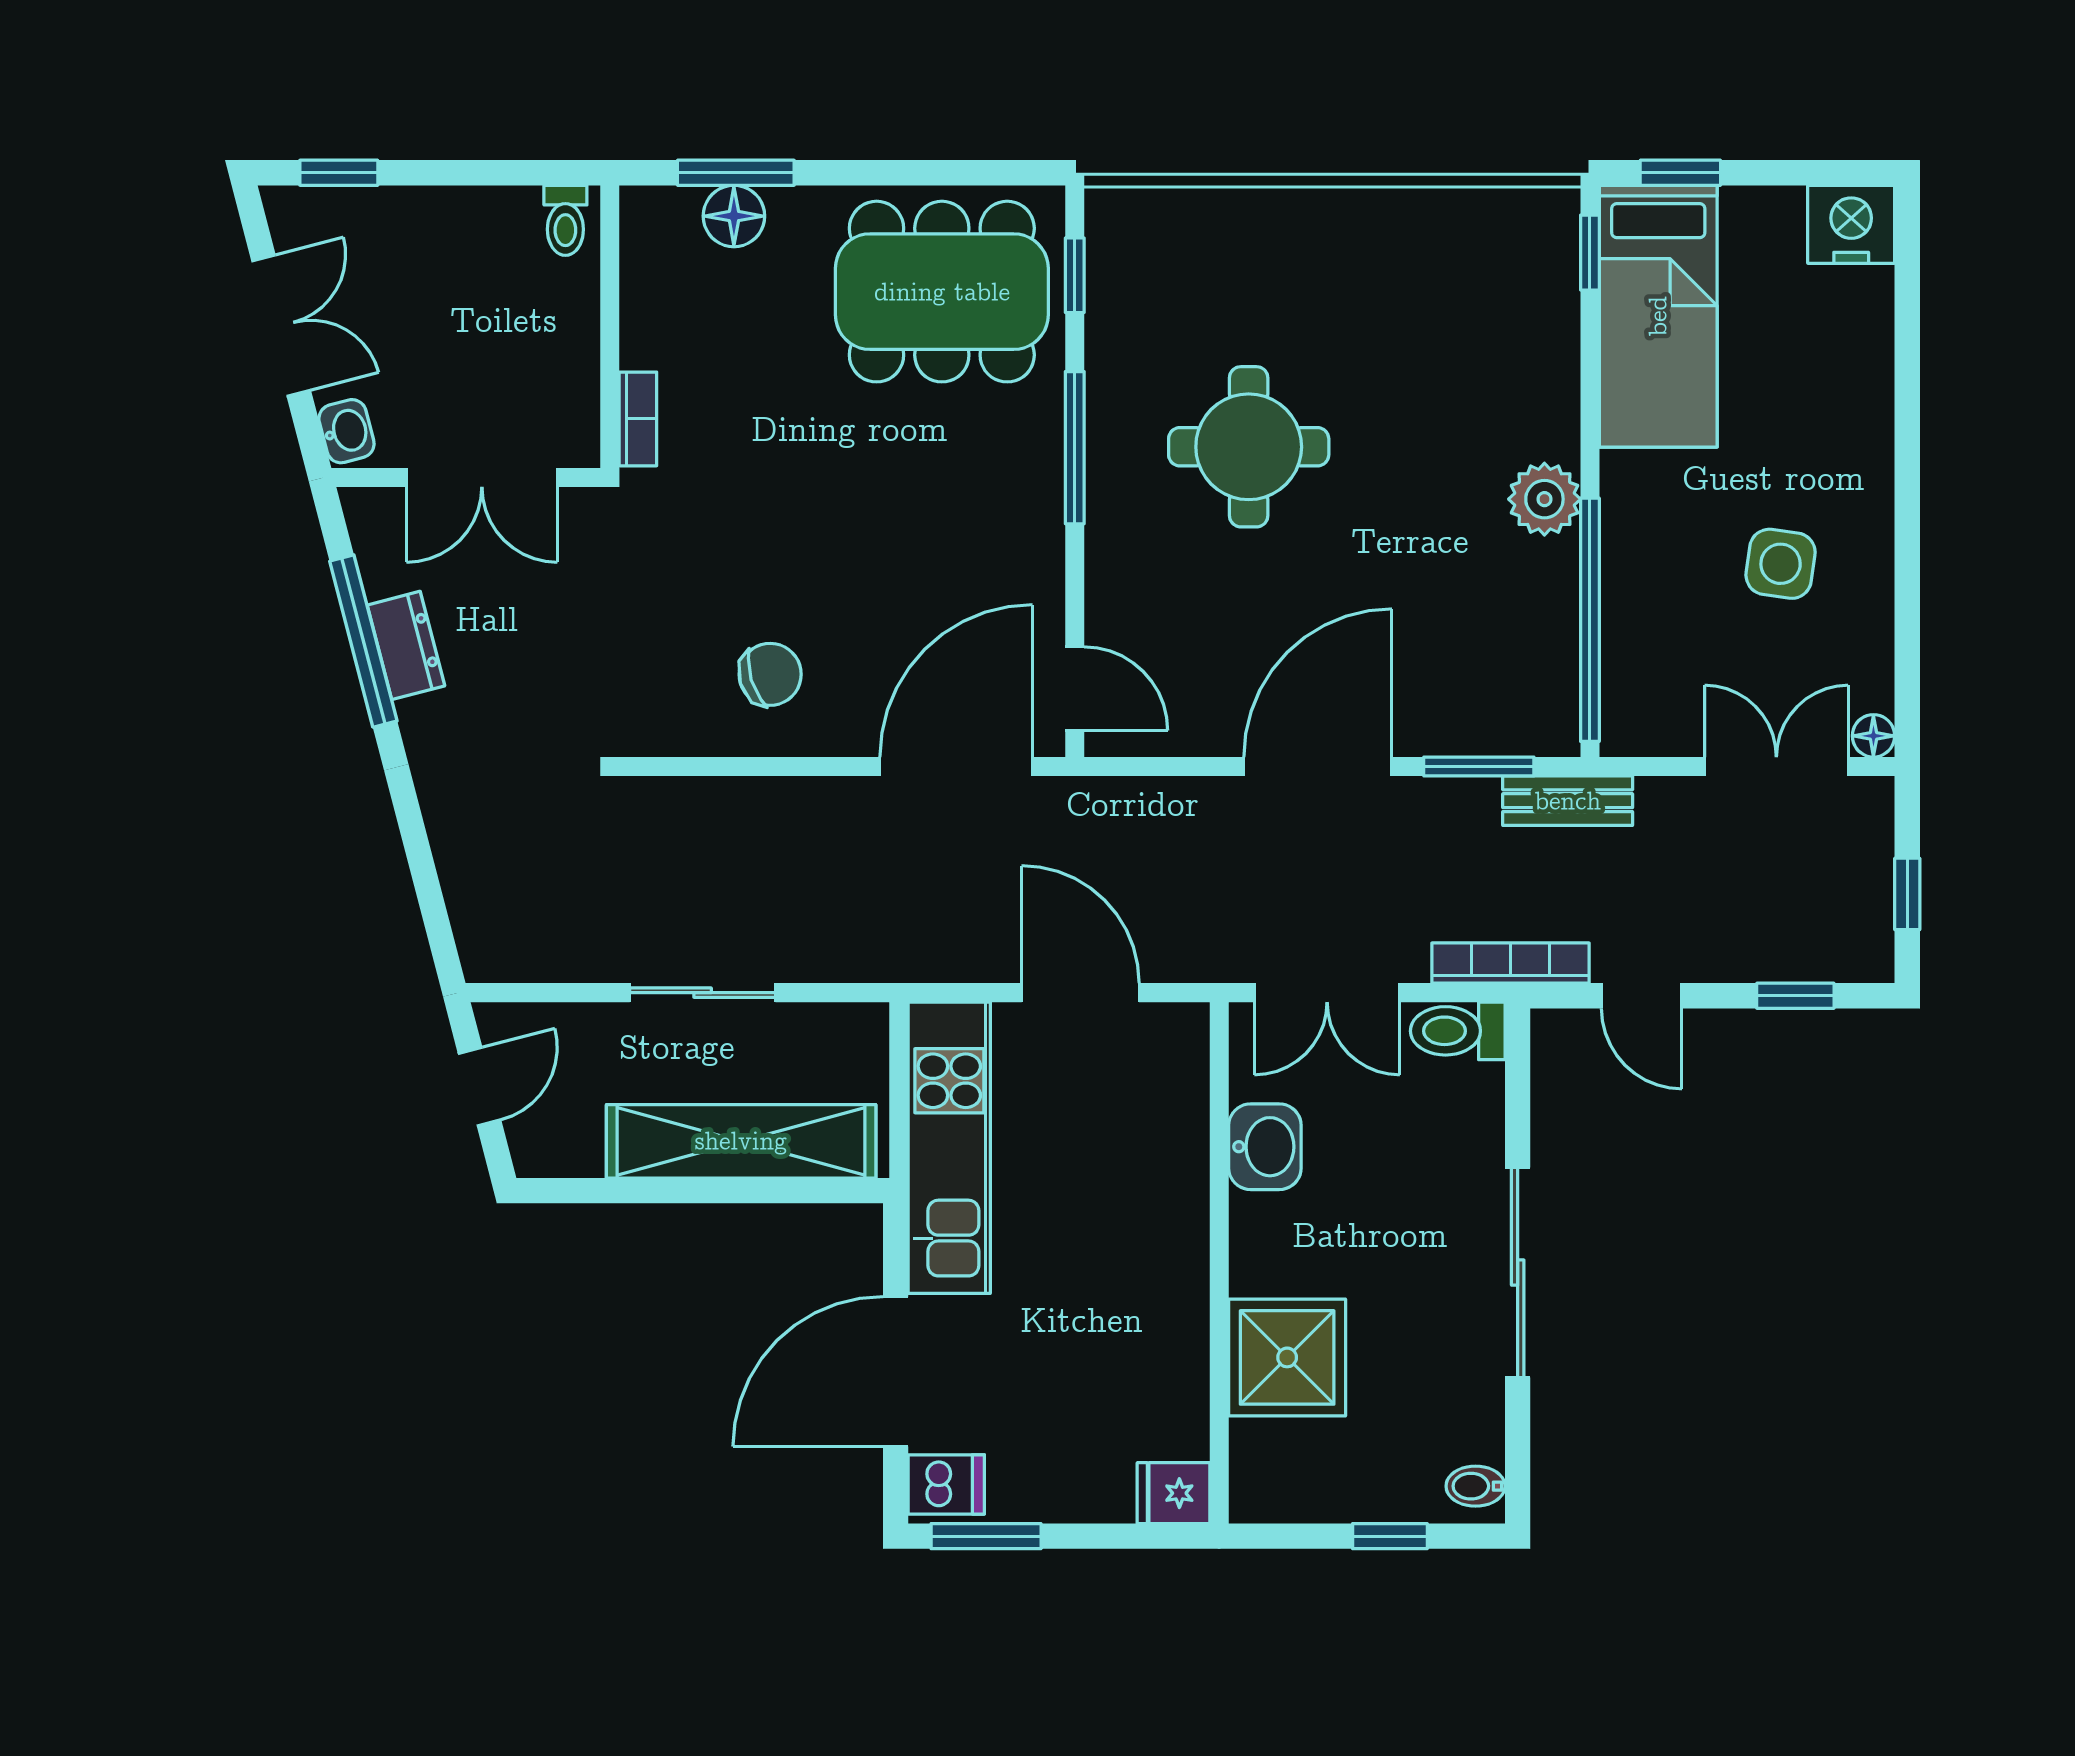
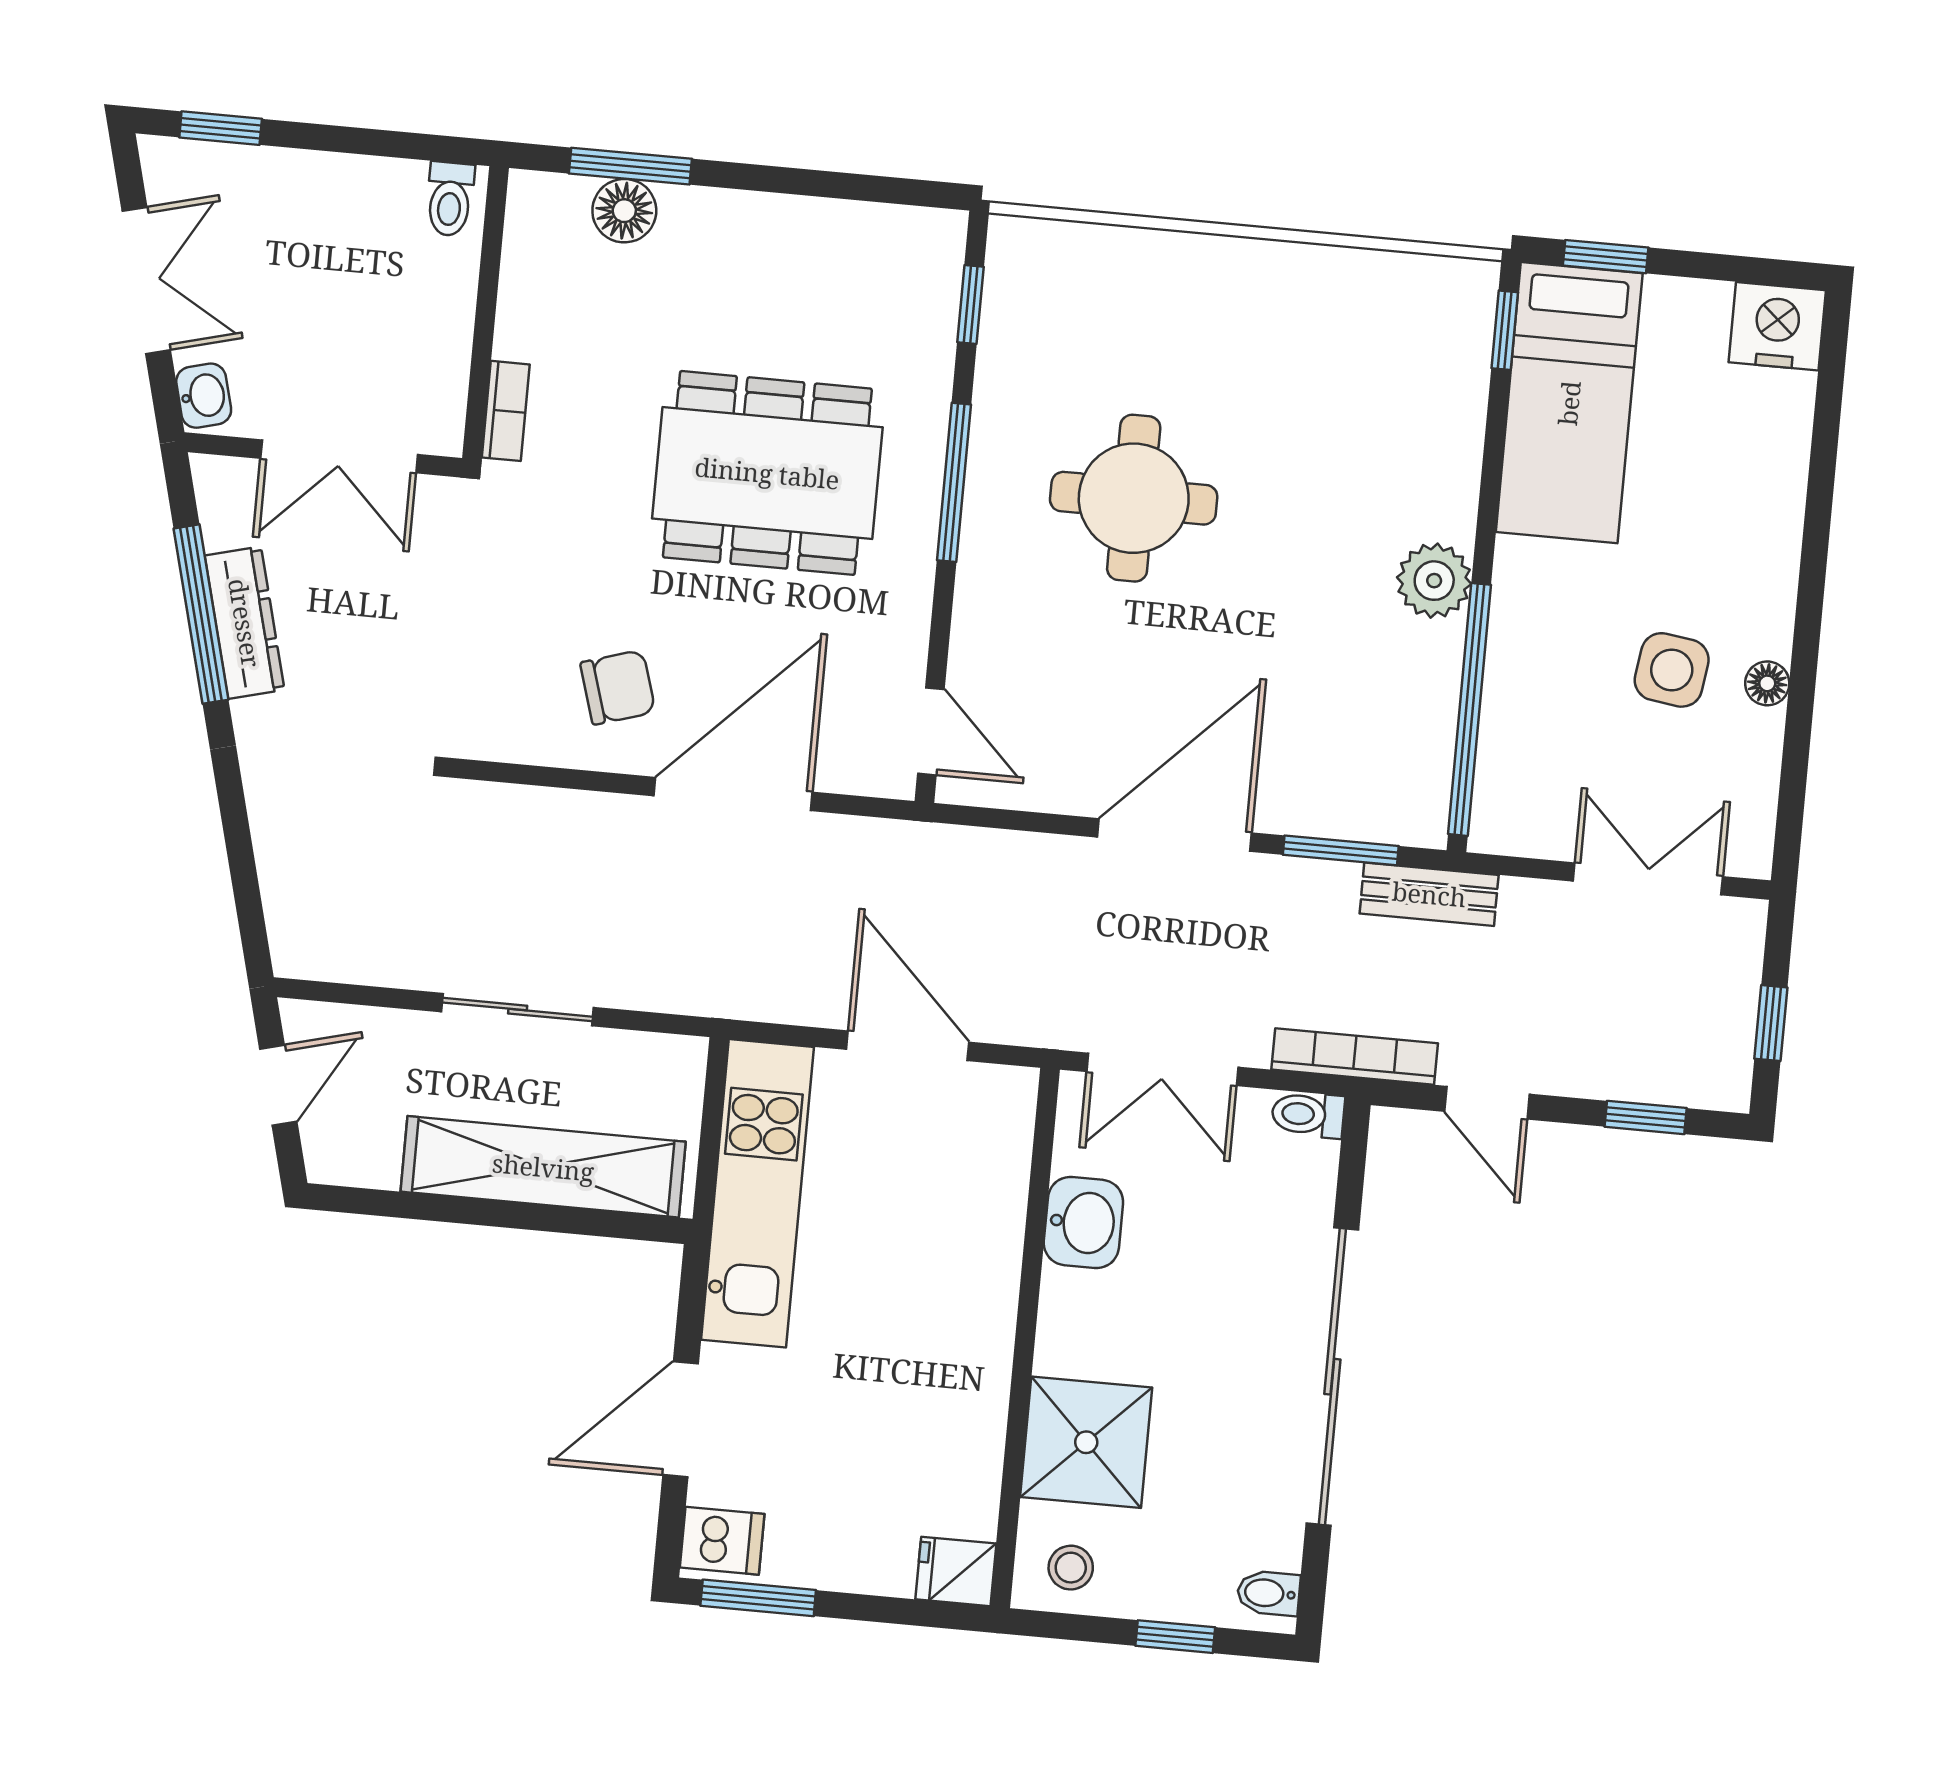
dining table: (942, 292) -> (767, 473), moved
dresser: (406, 645) -> (245, 623), width x1.44
floor lamp: (1873, 736) -> (1767, 683), moved
door: (956, 766) -> (733, 794), moved
toilet: (1458, 1031) -> (1308, 1115), width x0.73, depth x0.72
sliding door: (1518, 1273) -> (1332, 1377), width x1.36
door: (896, 1372) -> (681, 1419), width x0.73
stool: (1283, 1479) -> (1071, 1568), added

